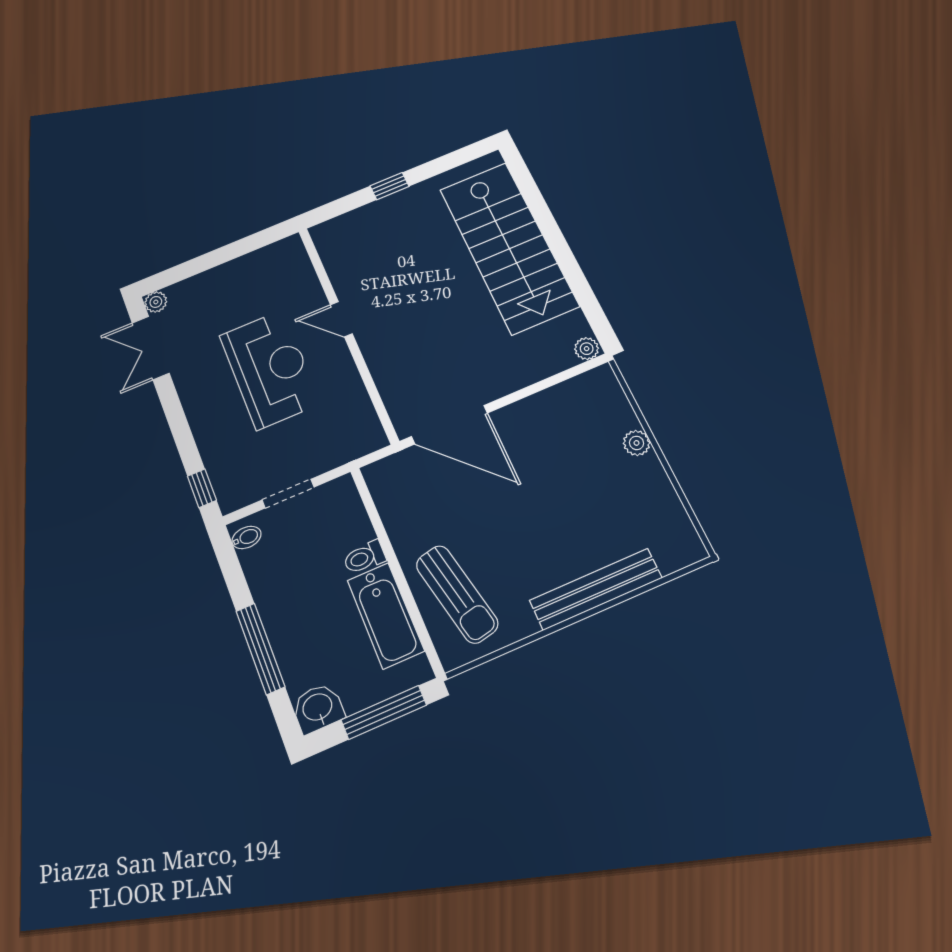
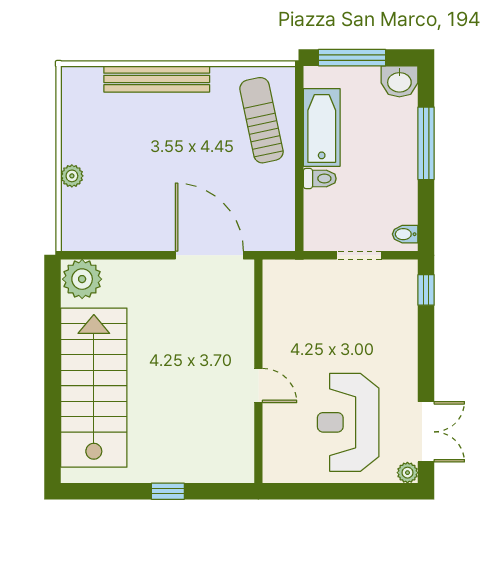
plant: (587, 349) -> (82, 279), width x1.88, depth x1.88
reception desk: (270, 369) -> (348, 422), moved

